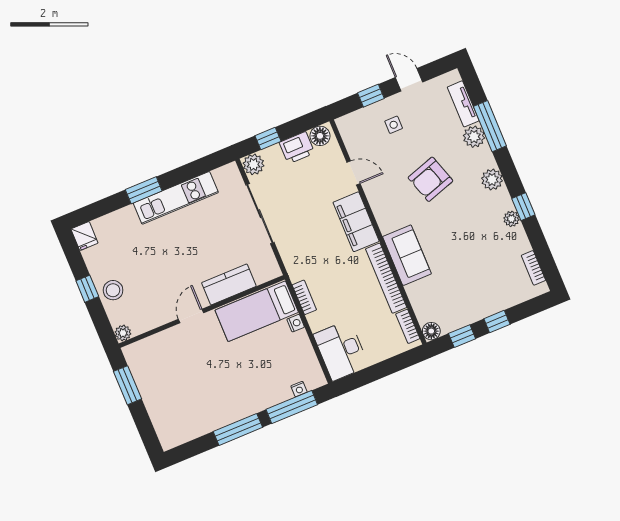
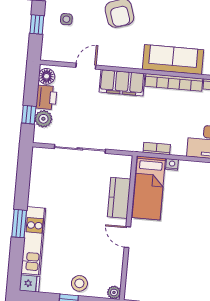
plant: (253, 164) -> (43, 119), moved
kitchen unit: (176, 198) -> (33, 241), moved
sofa: (407, 255) -> (173, 60), width x1.36

